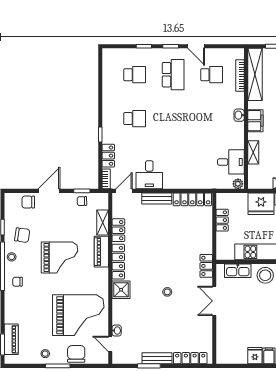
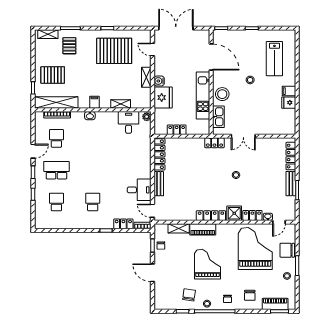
filing cabinet: (255, 121) -> (94, 102), width x0.50
chair: (28, 202) -> (250, 295), moved
locker: (118, 230) -> (252, 215), moved

